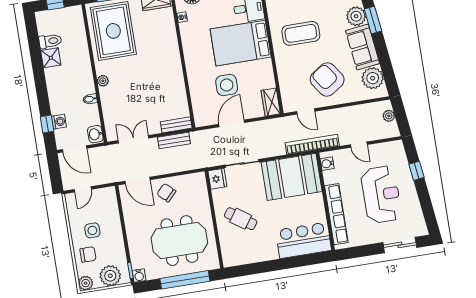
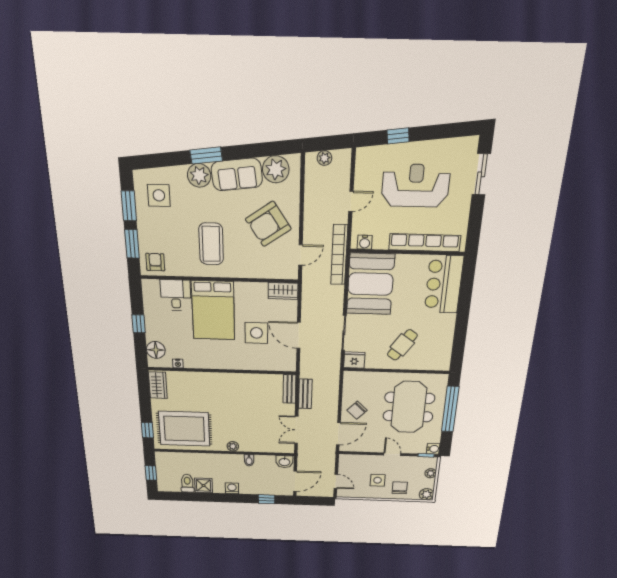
washing machine: (59, 122) -> (232, 488), moved
door: (125, 238) -> (392, 454), added
plant: (110, 276) -> (431, 473), width x0.53, depth x0.53

